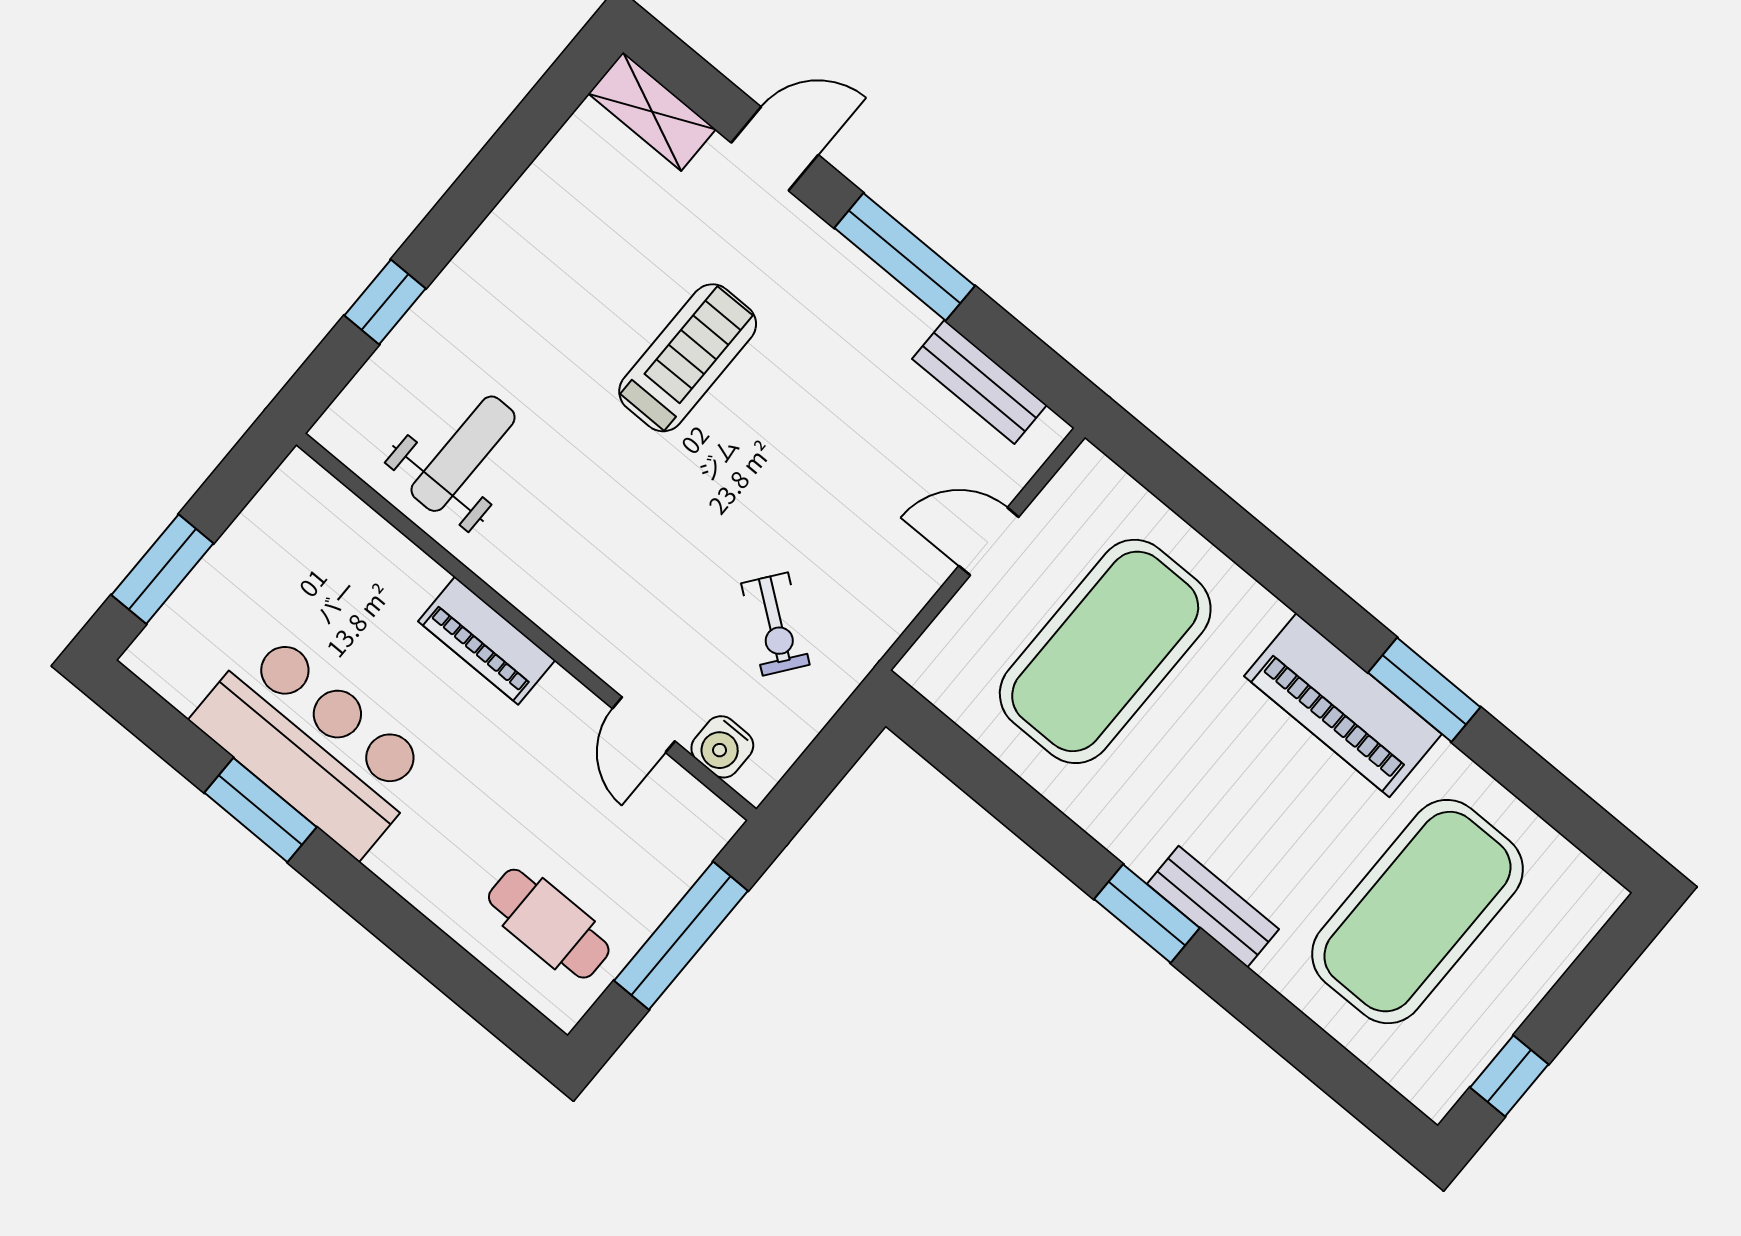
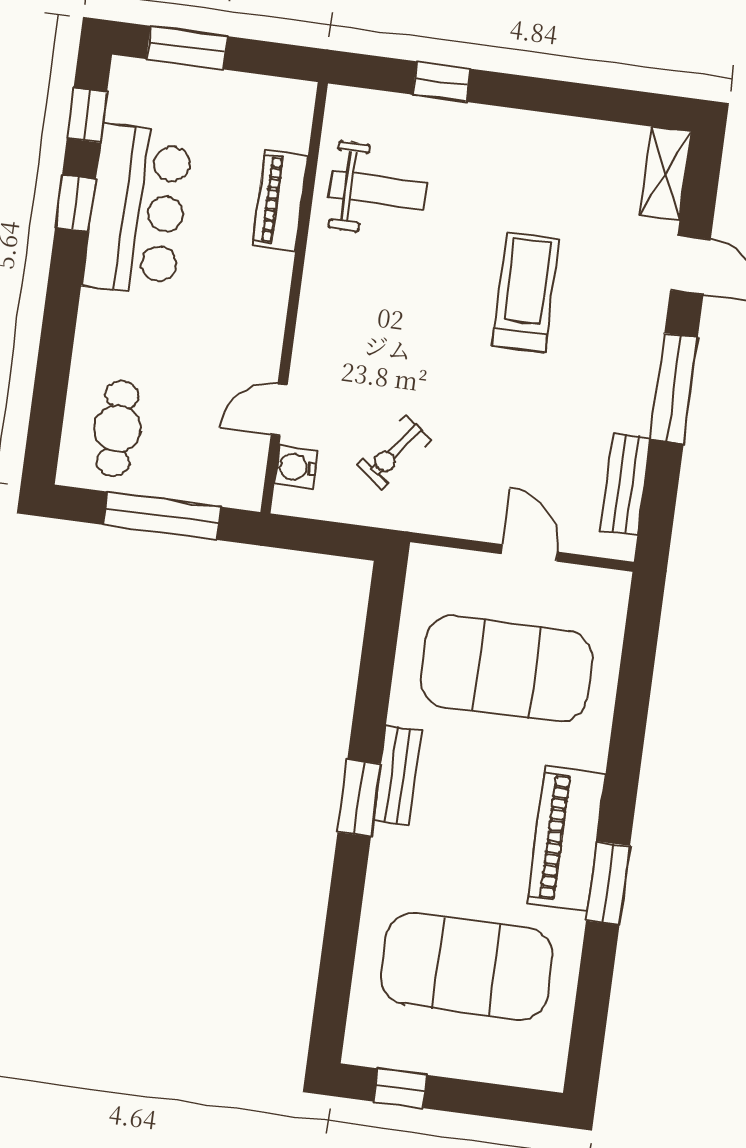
treadmill: (688, 358) -> (526, 293), turned -90
piano: (487, 641) -> (280, 200), moved
window: (168, 733) -> (87, 115), added
window: (260, 810) -> (75, 204), width x0.67
bench: (1213, 907) -> (398, 776), moved

